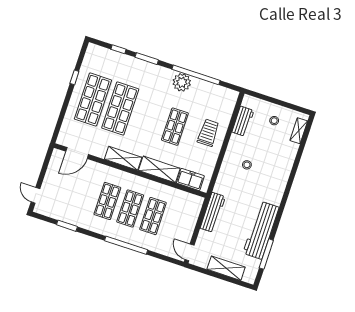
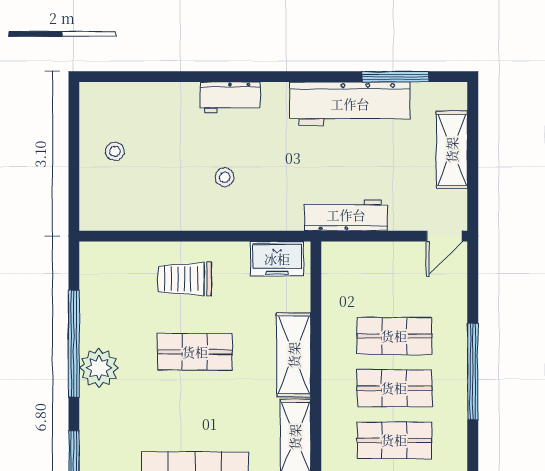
workbench: (243, 121) -> (230, 97), moved, turned 180
shelving: (299, 131) -> (119, 94), removed
freezer: (190, 179) -> (277, 259), moved, turned -90

